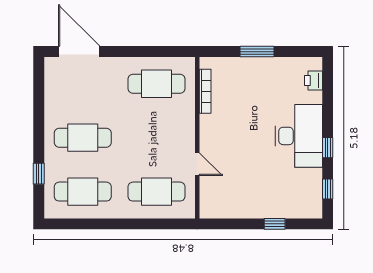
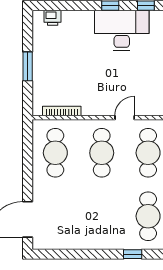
desk: (299, 136) -> (122, 30), moved
cafe table: (83, 138) -> (102, 153), moved

